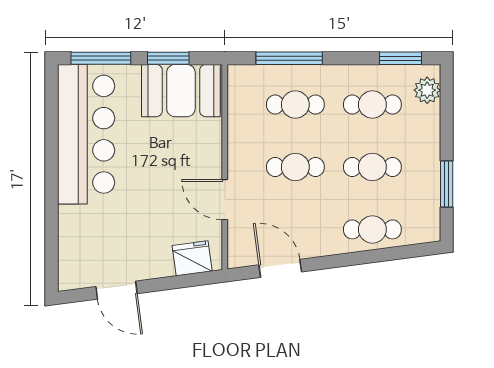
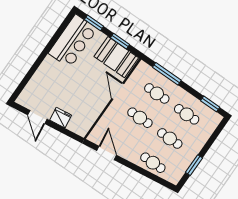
window: (101, 58) -> (94, 23), width x0.69
plant: (427, 90) -> (212, 124), removed
bar counter: (86, 134) -> (73, 41), width x0.73
door: (225, 200) -> (118, 91), moved
fridge: (192, 258) -> (61, 118), moved

